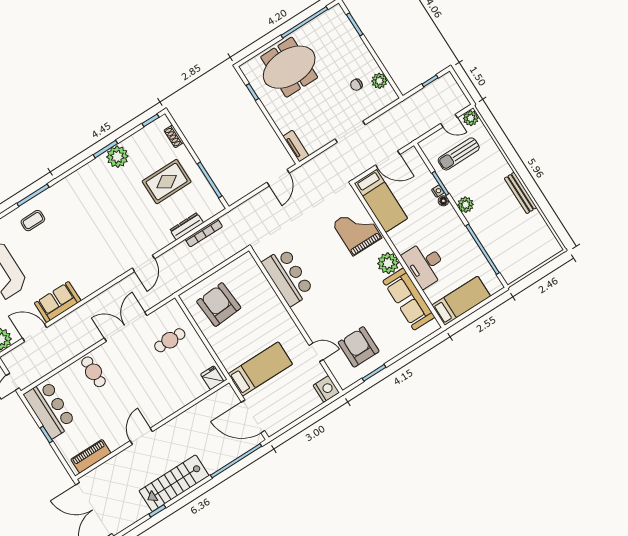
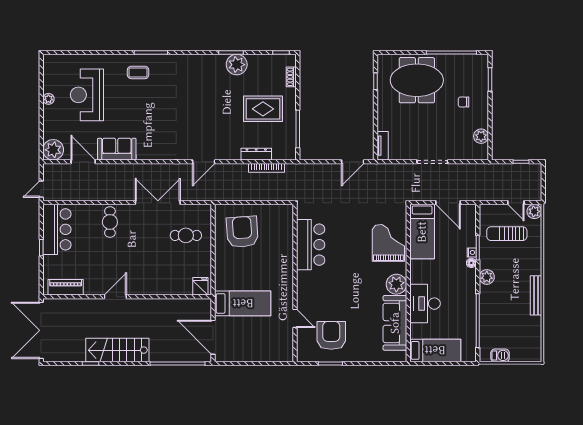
chair: (356, 85) -> (463, 102), moved
barbecue: (523, 268) -> (500, 355), added
nightstand: (326, 389) -> (285, 352), removed

